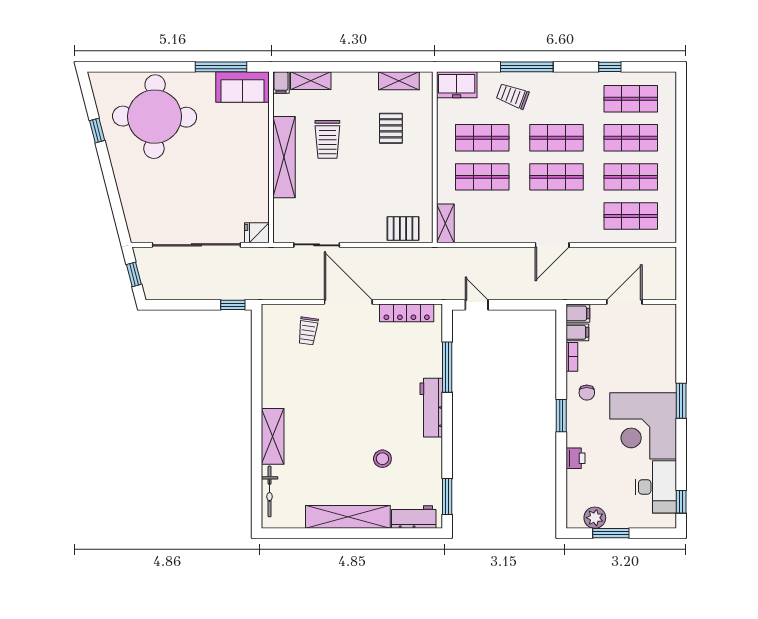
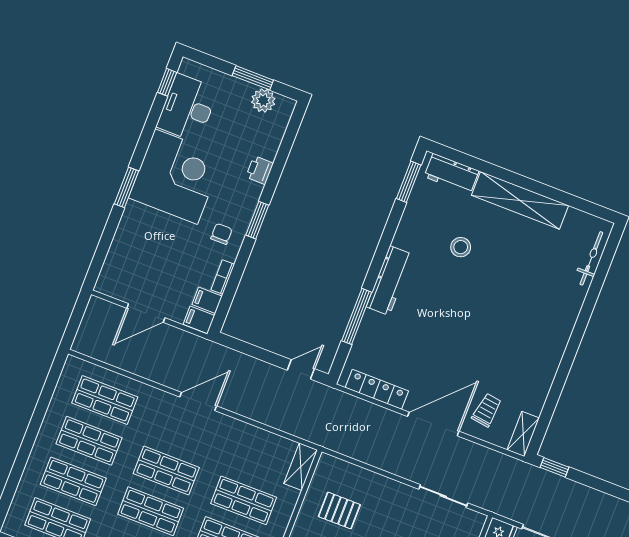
pallet: (403, 229) -> (339, 511), moved
door: (348, 302) -> (433, 424), swing flipped
door: (477, 305) -> (301, 369), swing flipped
shelving: (273, 436) -> (523, 434), moved, width x0.67, depth x0.75

